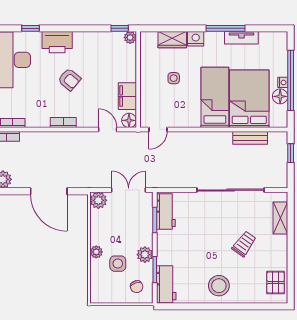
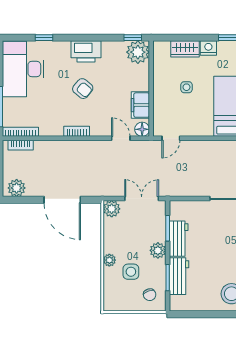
plant: (130, 37) -> (138, 52), width x1.88, depth x1.88
printer: (57, 42) -> (86, 51), moved
workbench: (166, 211) -> (179, 239), moved
plant: (145, 255) -> (158, 250), moved
workbench: (166, 284) -> (179, 276), moved

